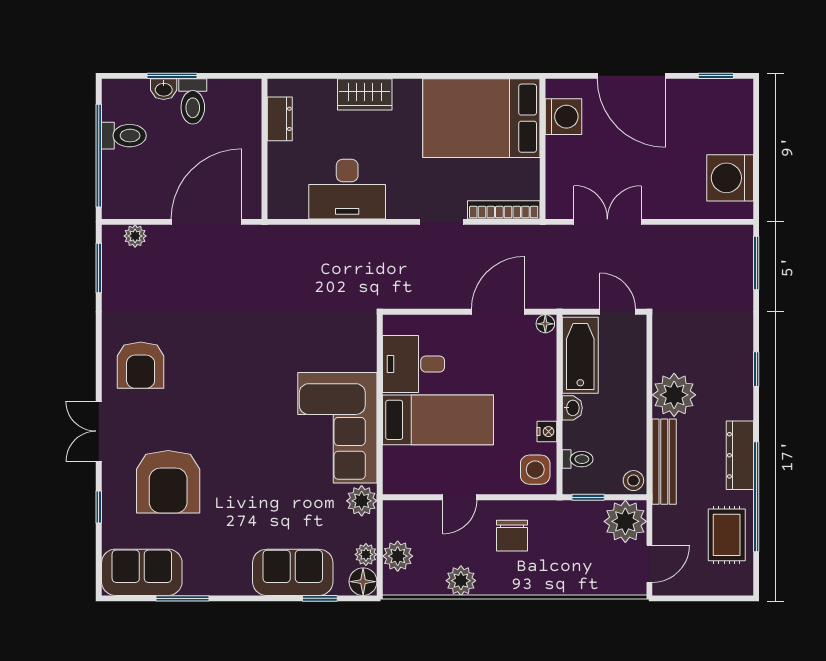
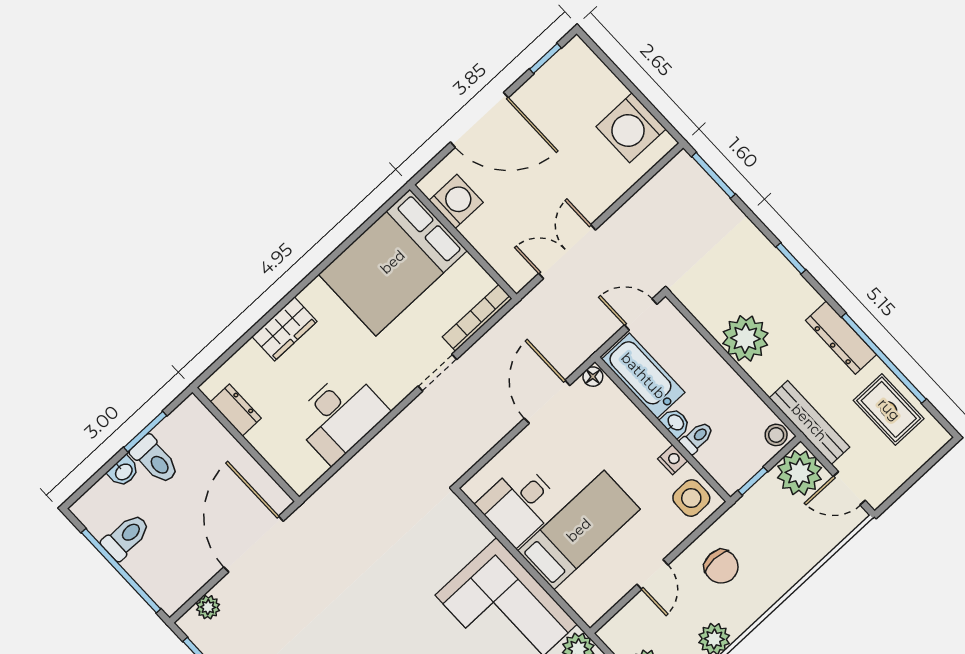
window: (172, 76) -> (145, 432), moved
toilet: (578, 459) -> (697, 438), moved
bench: (664, 462) -> (809, 423), moved
door: (649, 564) -> (849, 488), swing flipped

